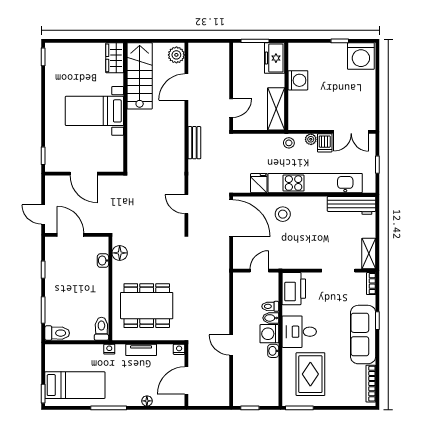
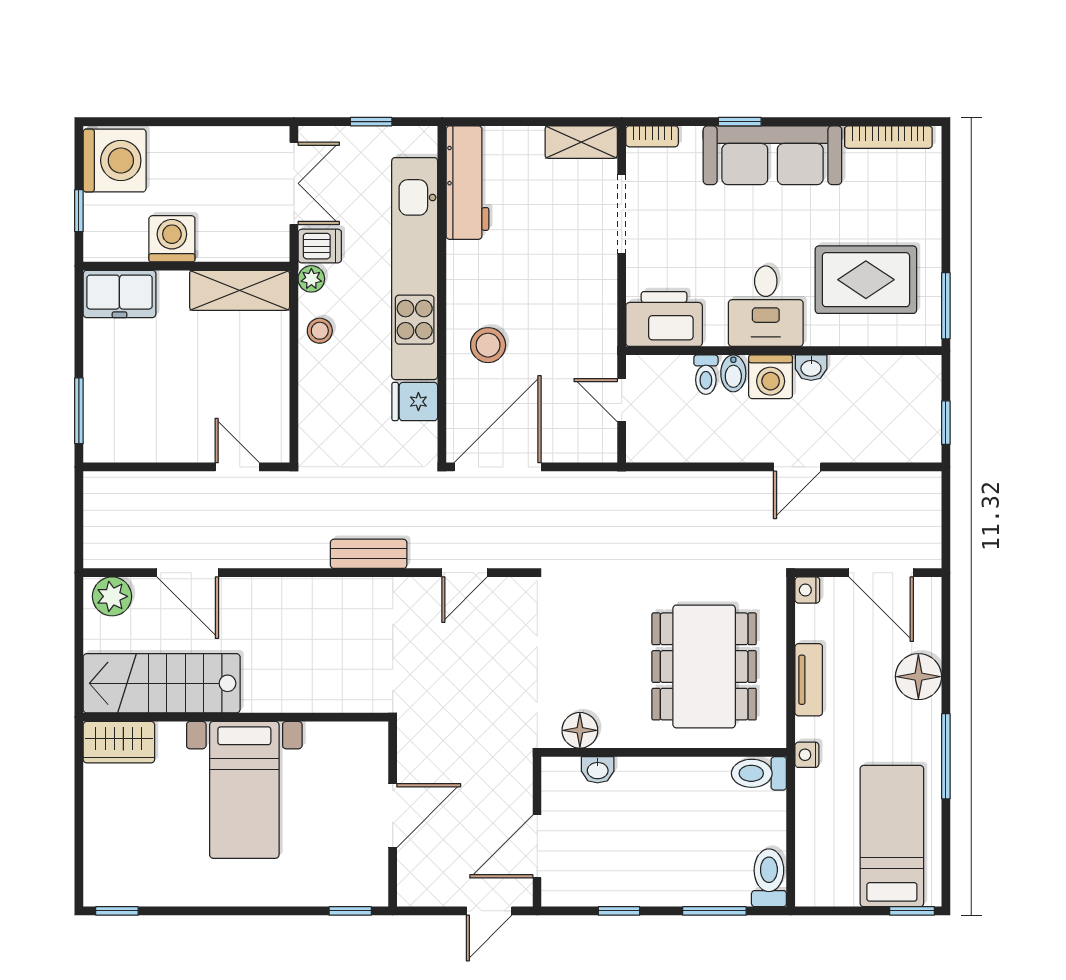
freezer: (275, 58) -> (119, 294), moved
washing machine: (298, 80) -> (172, 239), moved
wall: (286, 86) -> (186, 266), moved
shelving: (276, 109) -> (240, 290), moved
bench: (194, 143) -> (369, 554), moved
floor lamp: (147, 401) -> (918, 677), width x1.89, depth x1.89

